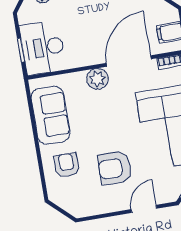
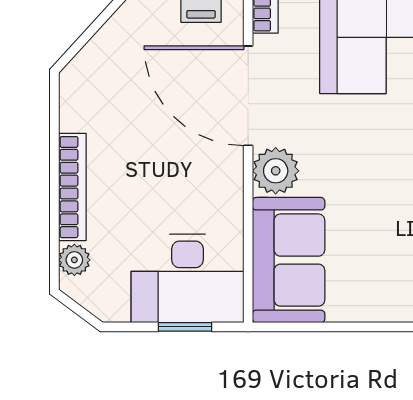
sofa: (51, 115) -> (289, 260), moved, turned 90

